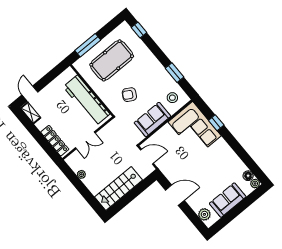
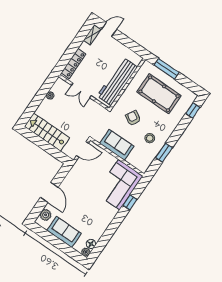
stool: (172, 98) -> (150, 138), moved
door: (147, 157) -> (82, 149), hinge flipped
door: (175, 195) -> (49, 192), moved

